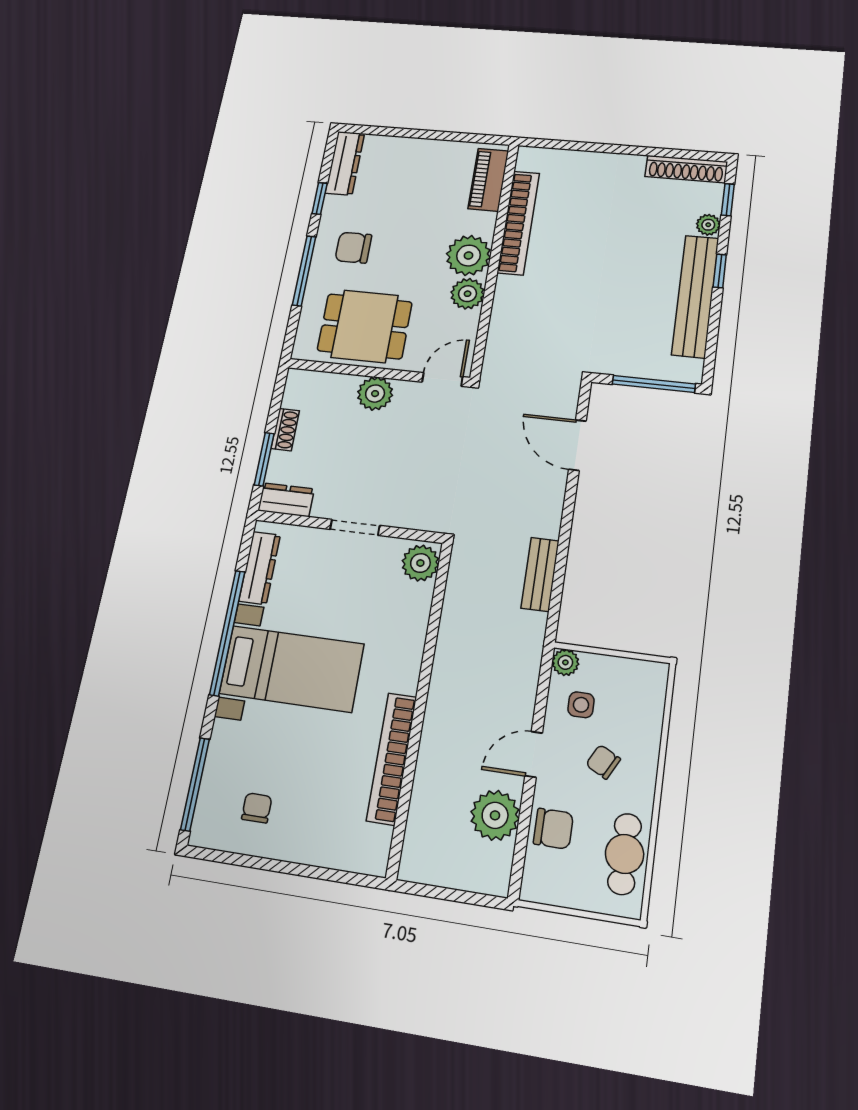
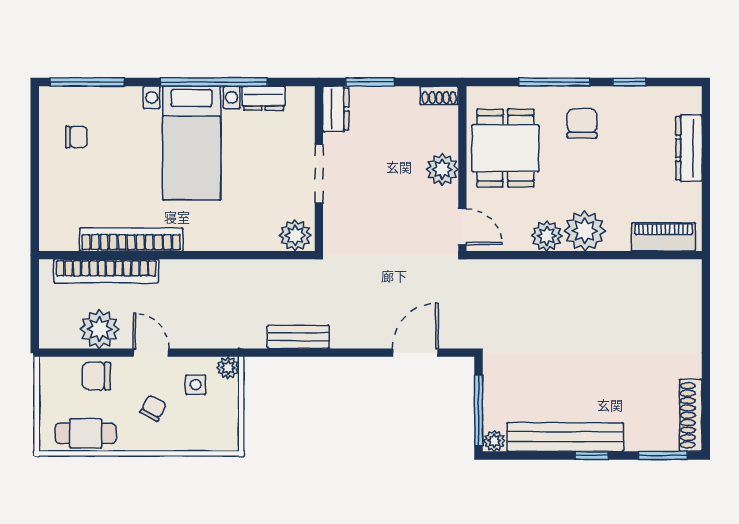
dresser: (345, 163) -> (689, 148), moved, turned 90
window: (728, 200) -> (663, 455), width x1.50
bookcase: (518, 223) -> (106, 271), moved
plant: (708, 225) -> (494, 441), moved
shoe rack: (285, 430) -> (439, 95), moved
doorway: (355, 527) -> (319, 174), width x1.38
dresser: (260, 568) -> (264, 98), width x0.70
chair: (553, 829) -> (96, 376), turned 90

